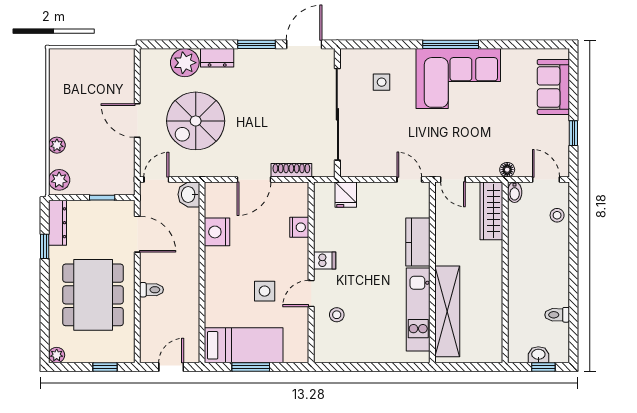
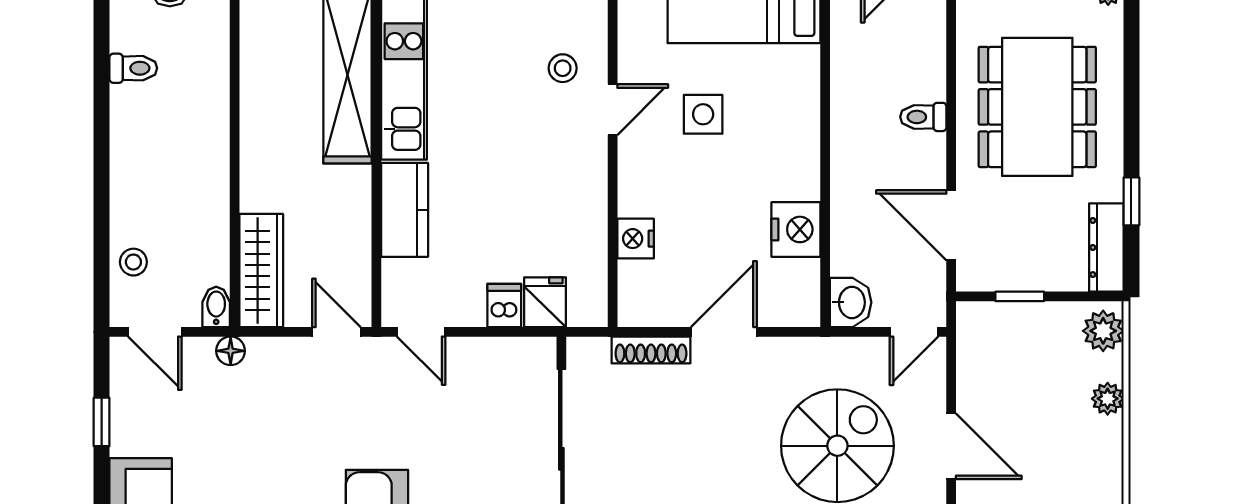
dishwasher: (325, 260) -> (504, 305), moved, turned 90

